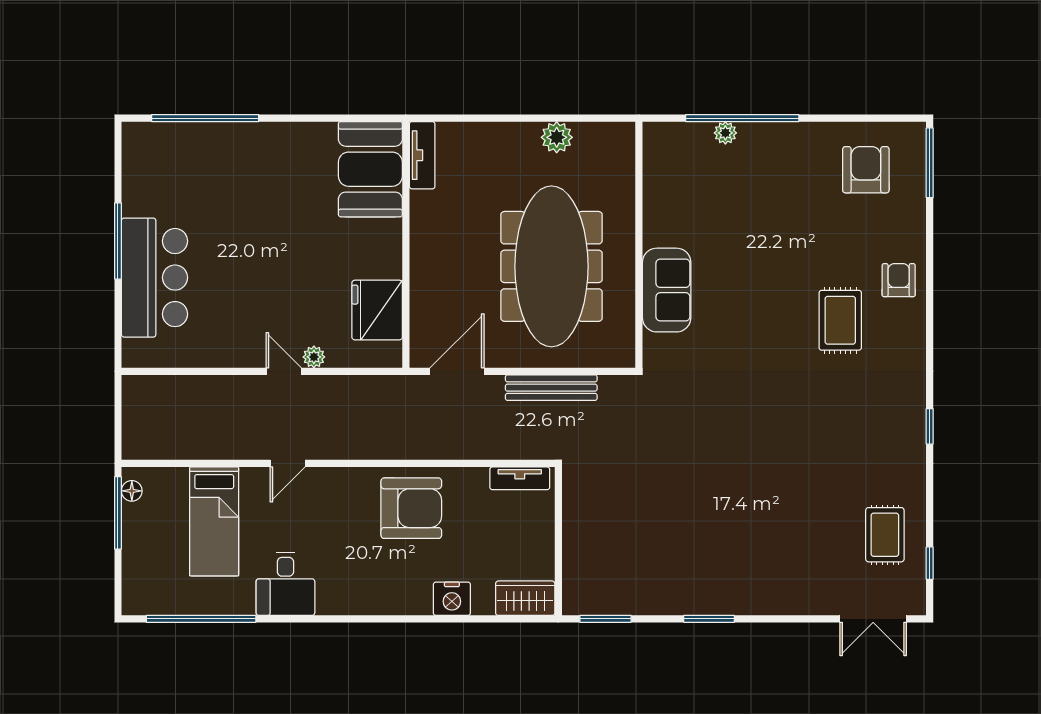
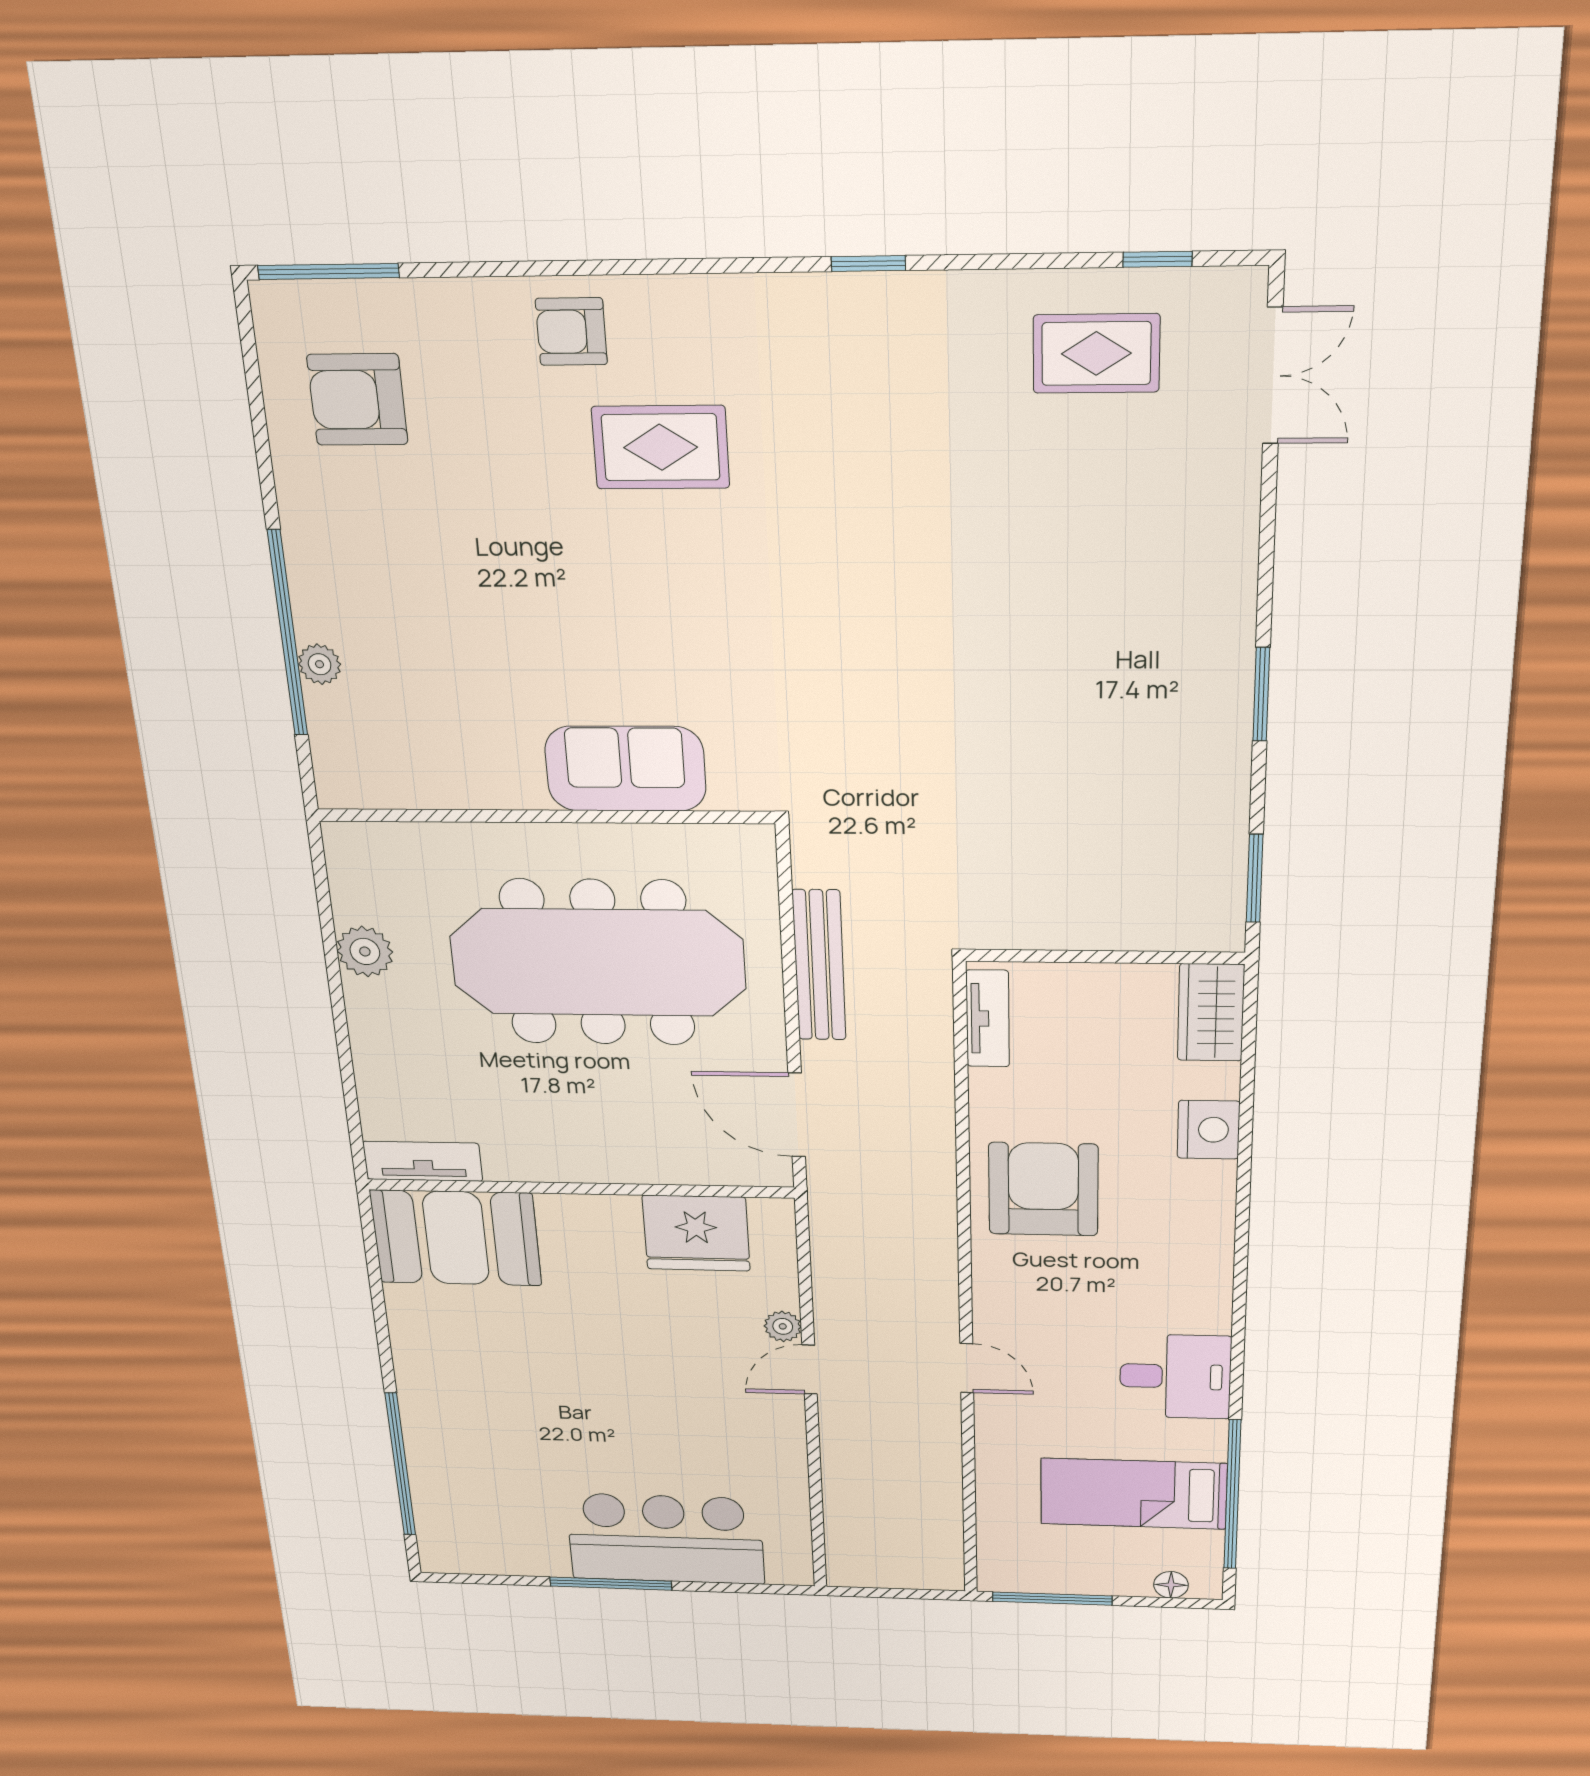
floor lamp: (132, 491) -> (1171, 1585), moved
bed: (214, 521) -> (1134, 1494), moved, turned 180

